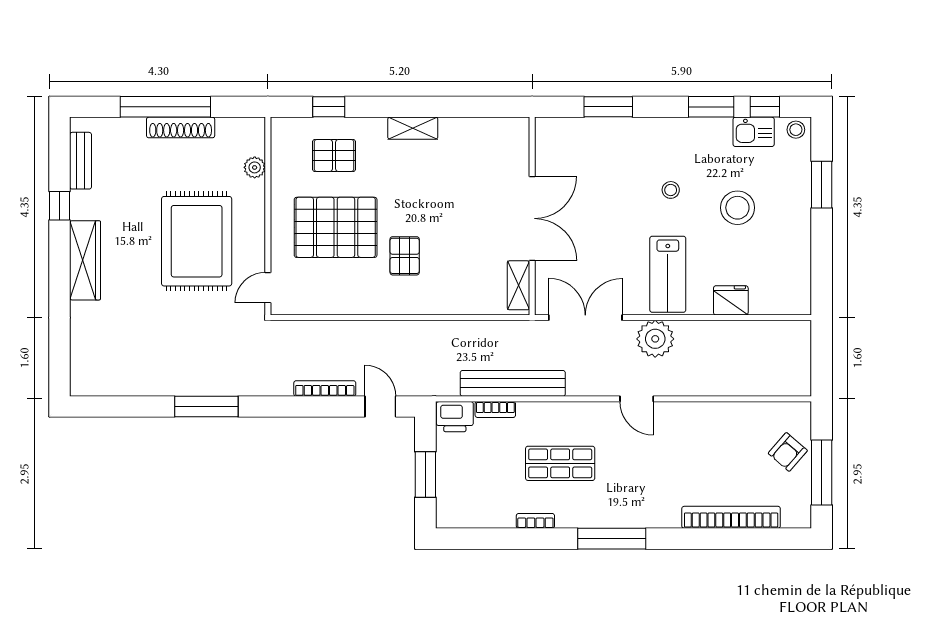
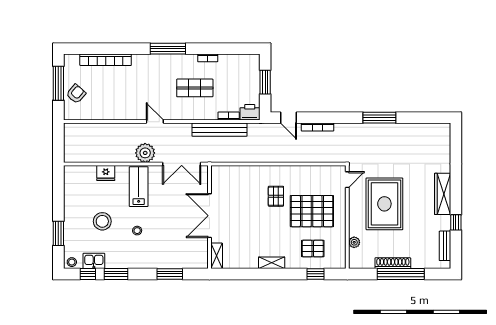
shelving: (518, 285) -> (217, 256), moved

